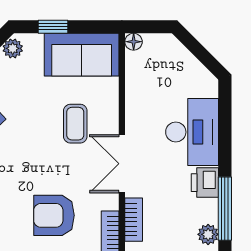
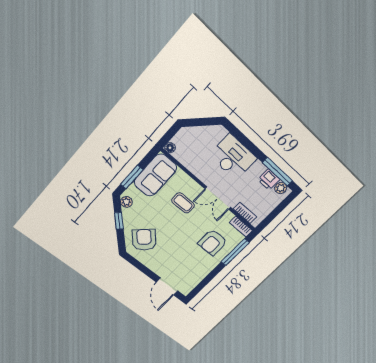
window: (53, 27) -> (132, 177), width x1.50
printer: (205, 183) -> (269, 180), moved

